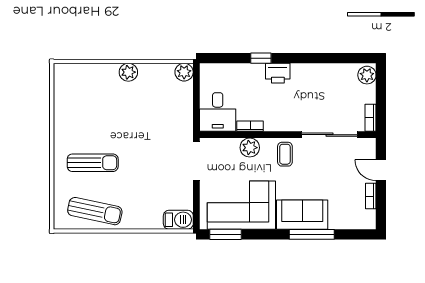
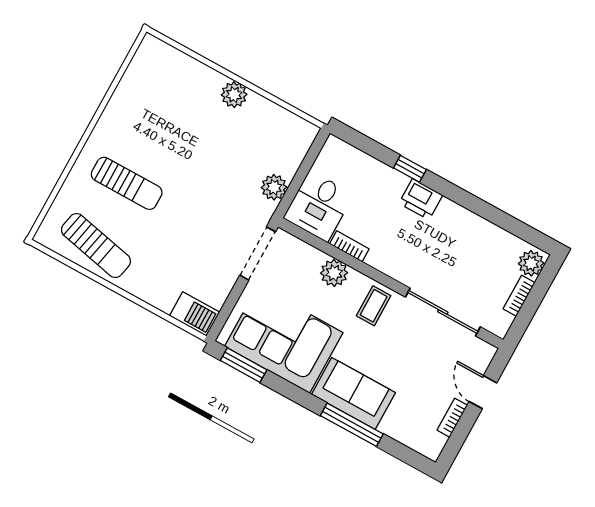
plant: (184, 72) -> (274, 187), moved
bookcase: (371, 118) -> (519, 296), moved

